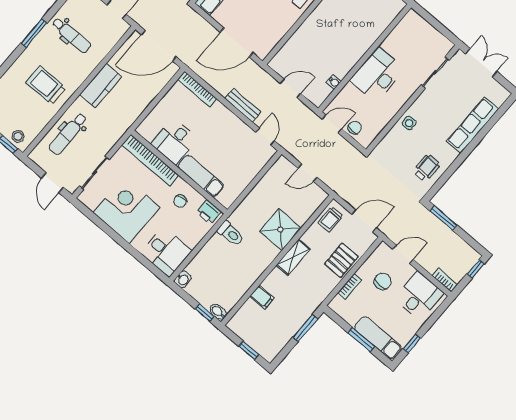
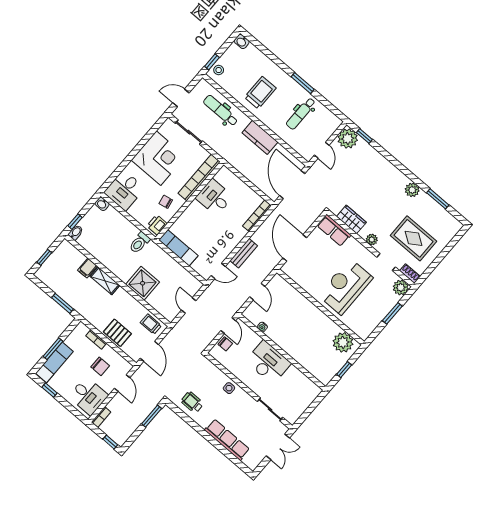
wheelchair: (427, 168) -> (192, 402), turned 180
exam couch: (201, 176) -> (178, 248), moved, turned -90
shelving: (293, 257) -> (105, 281), moved

